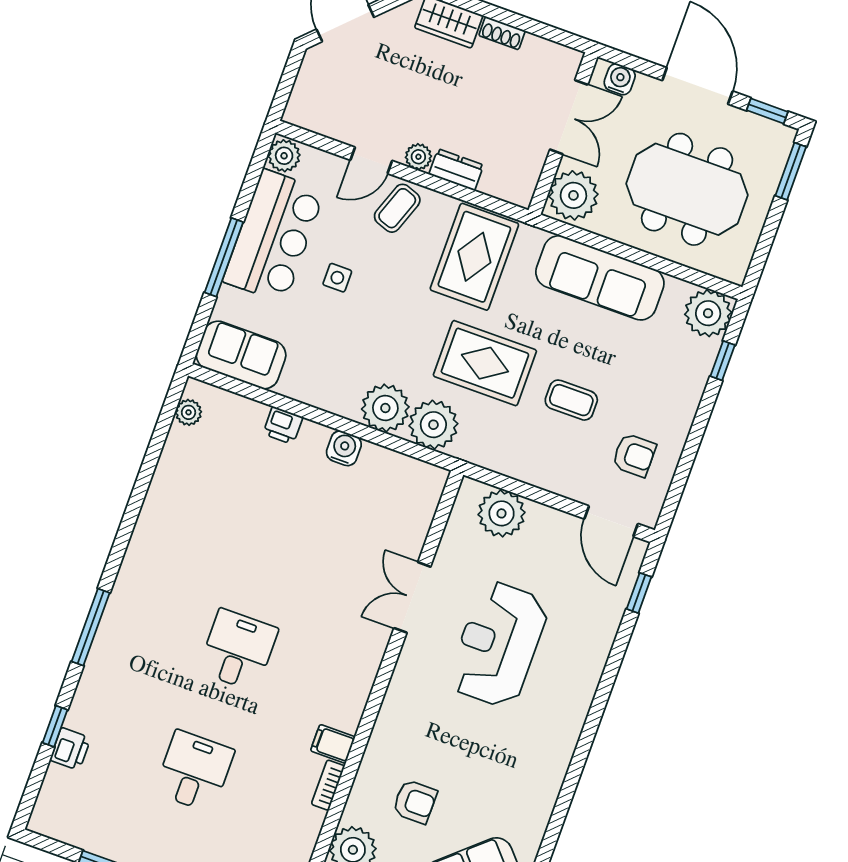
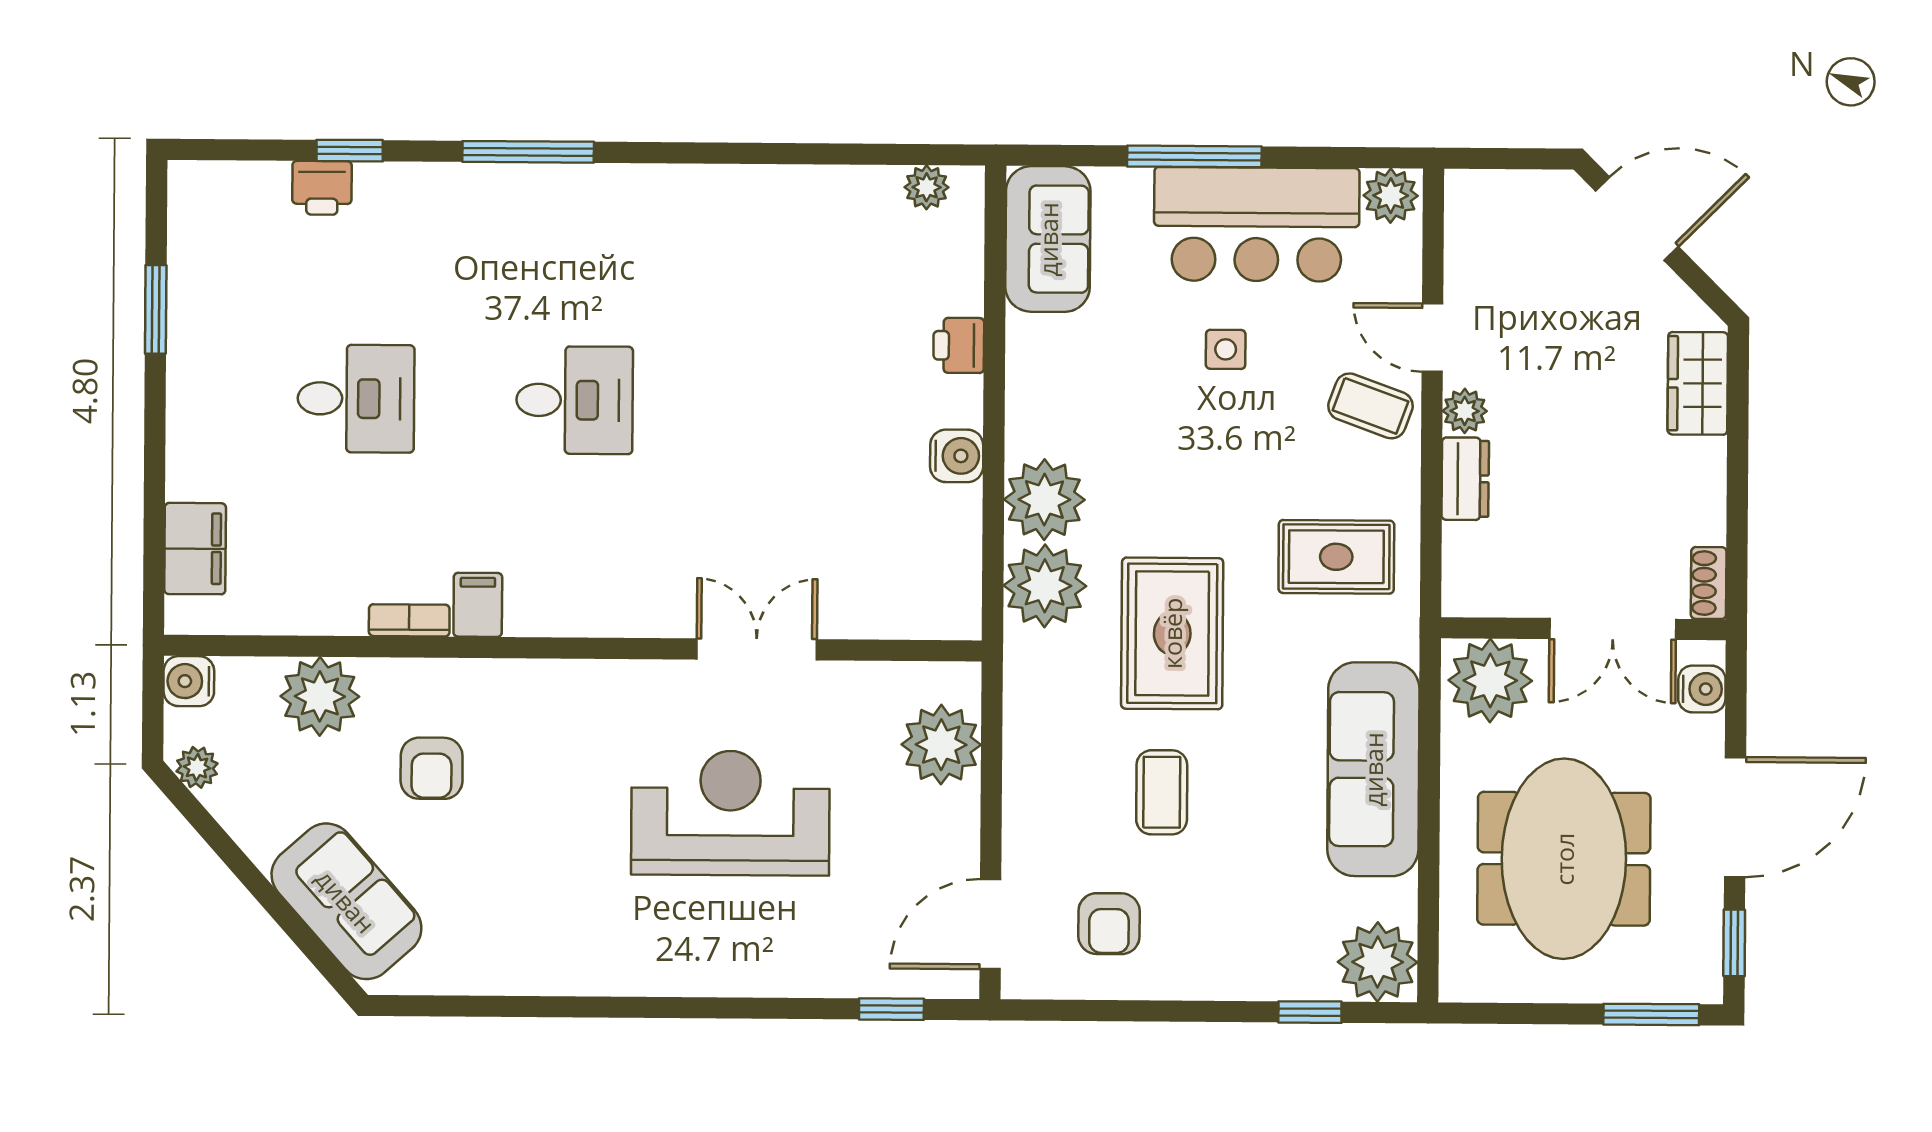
shoe rack: (502, 33) -> (1709, 583), moved
rug: (474, 257) -> (1336, 557), width x0.73, depth x0.70

